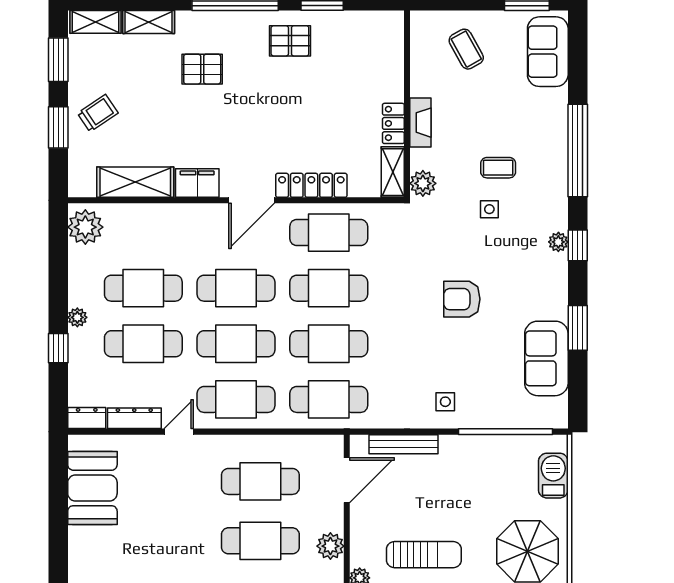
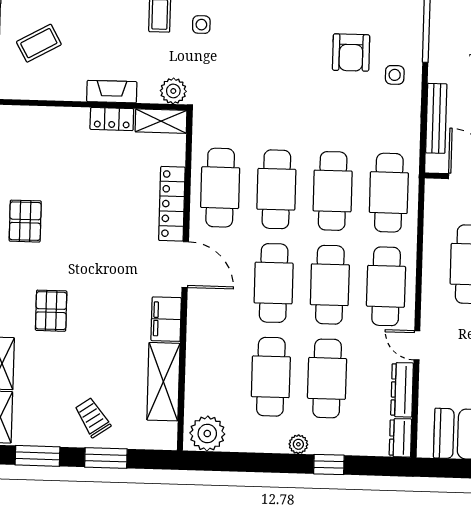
armchair: (462, 299) -> (351, 53), moved

